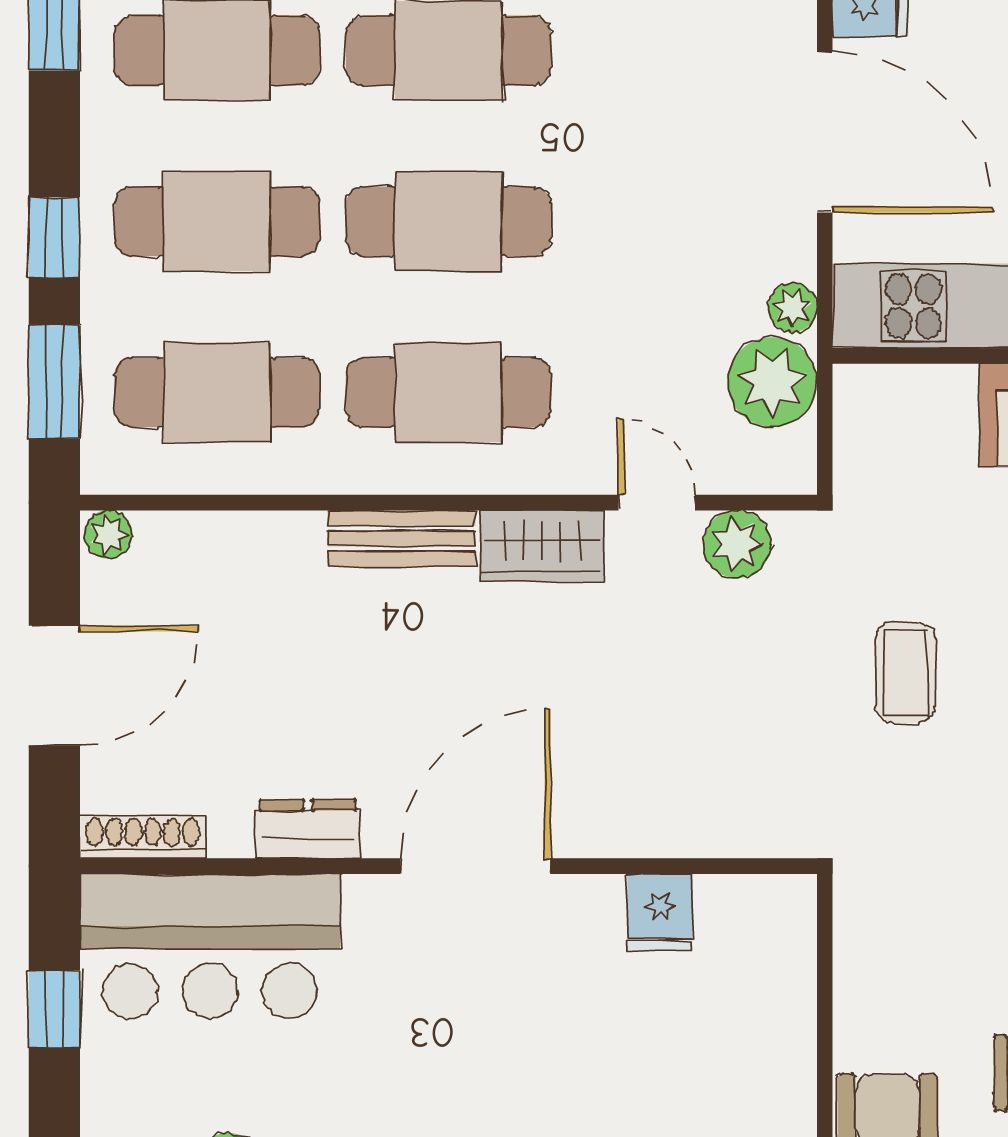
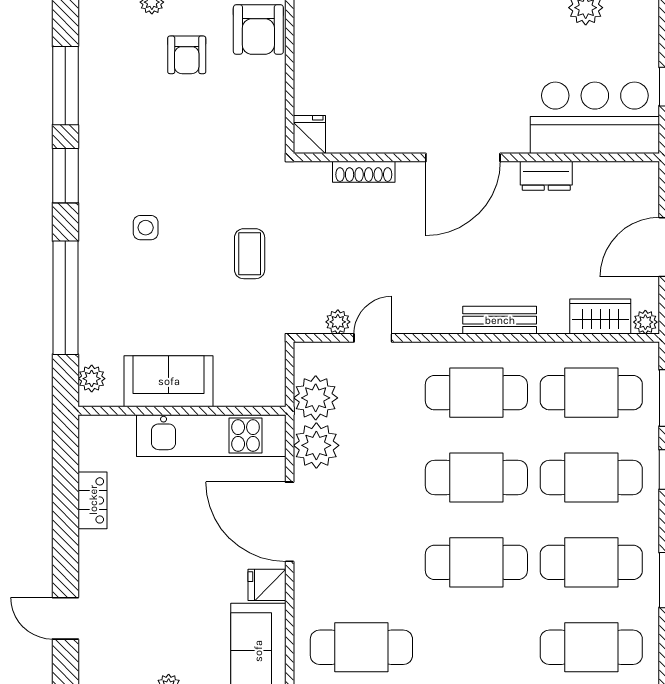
plant: (792, 307) -> (316, 445), width x1.87, depth x1.87
door: (657, 503) -> (373, 338), swing flipped
plant: (737, 544) -> (338, 322), width x0.73, depth x0.73
wardrobe: (542, 546) -> (600, 316), moved
shoe rack: (143, 837) -> (364, 172), moved
fridge: (660, 912) -> (309, 135), moved

